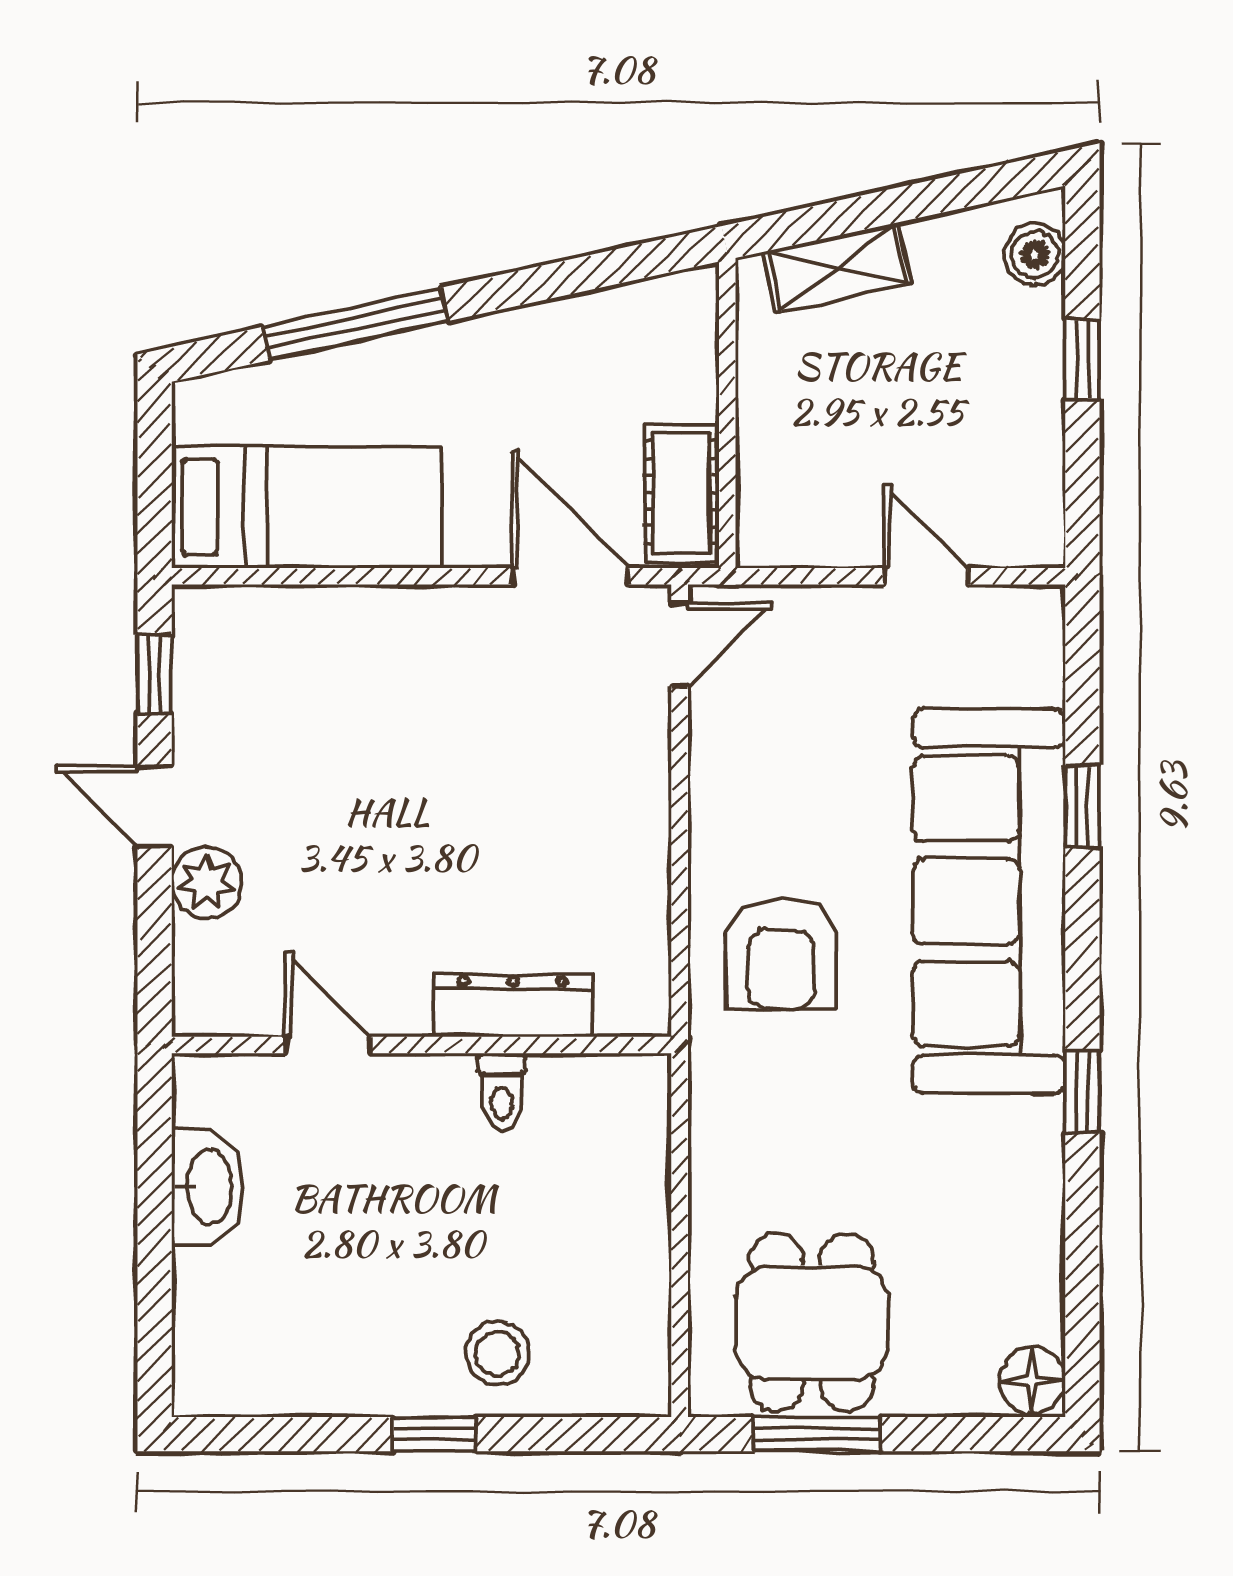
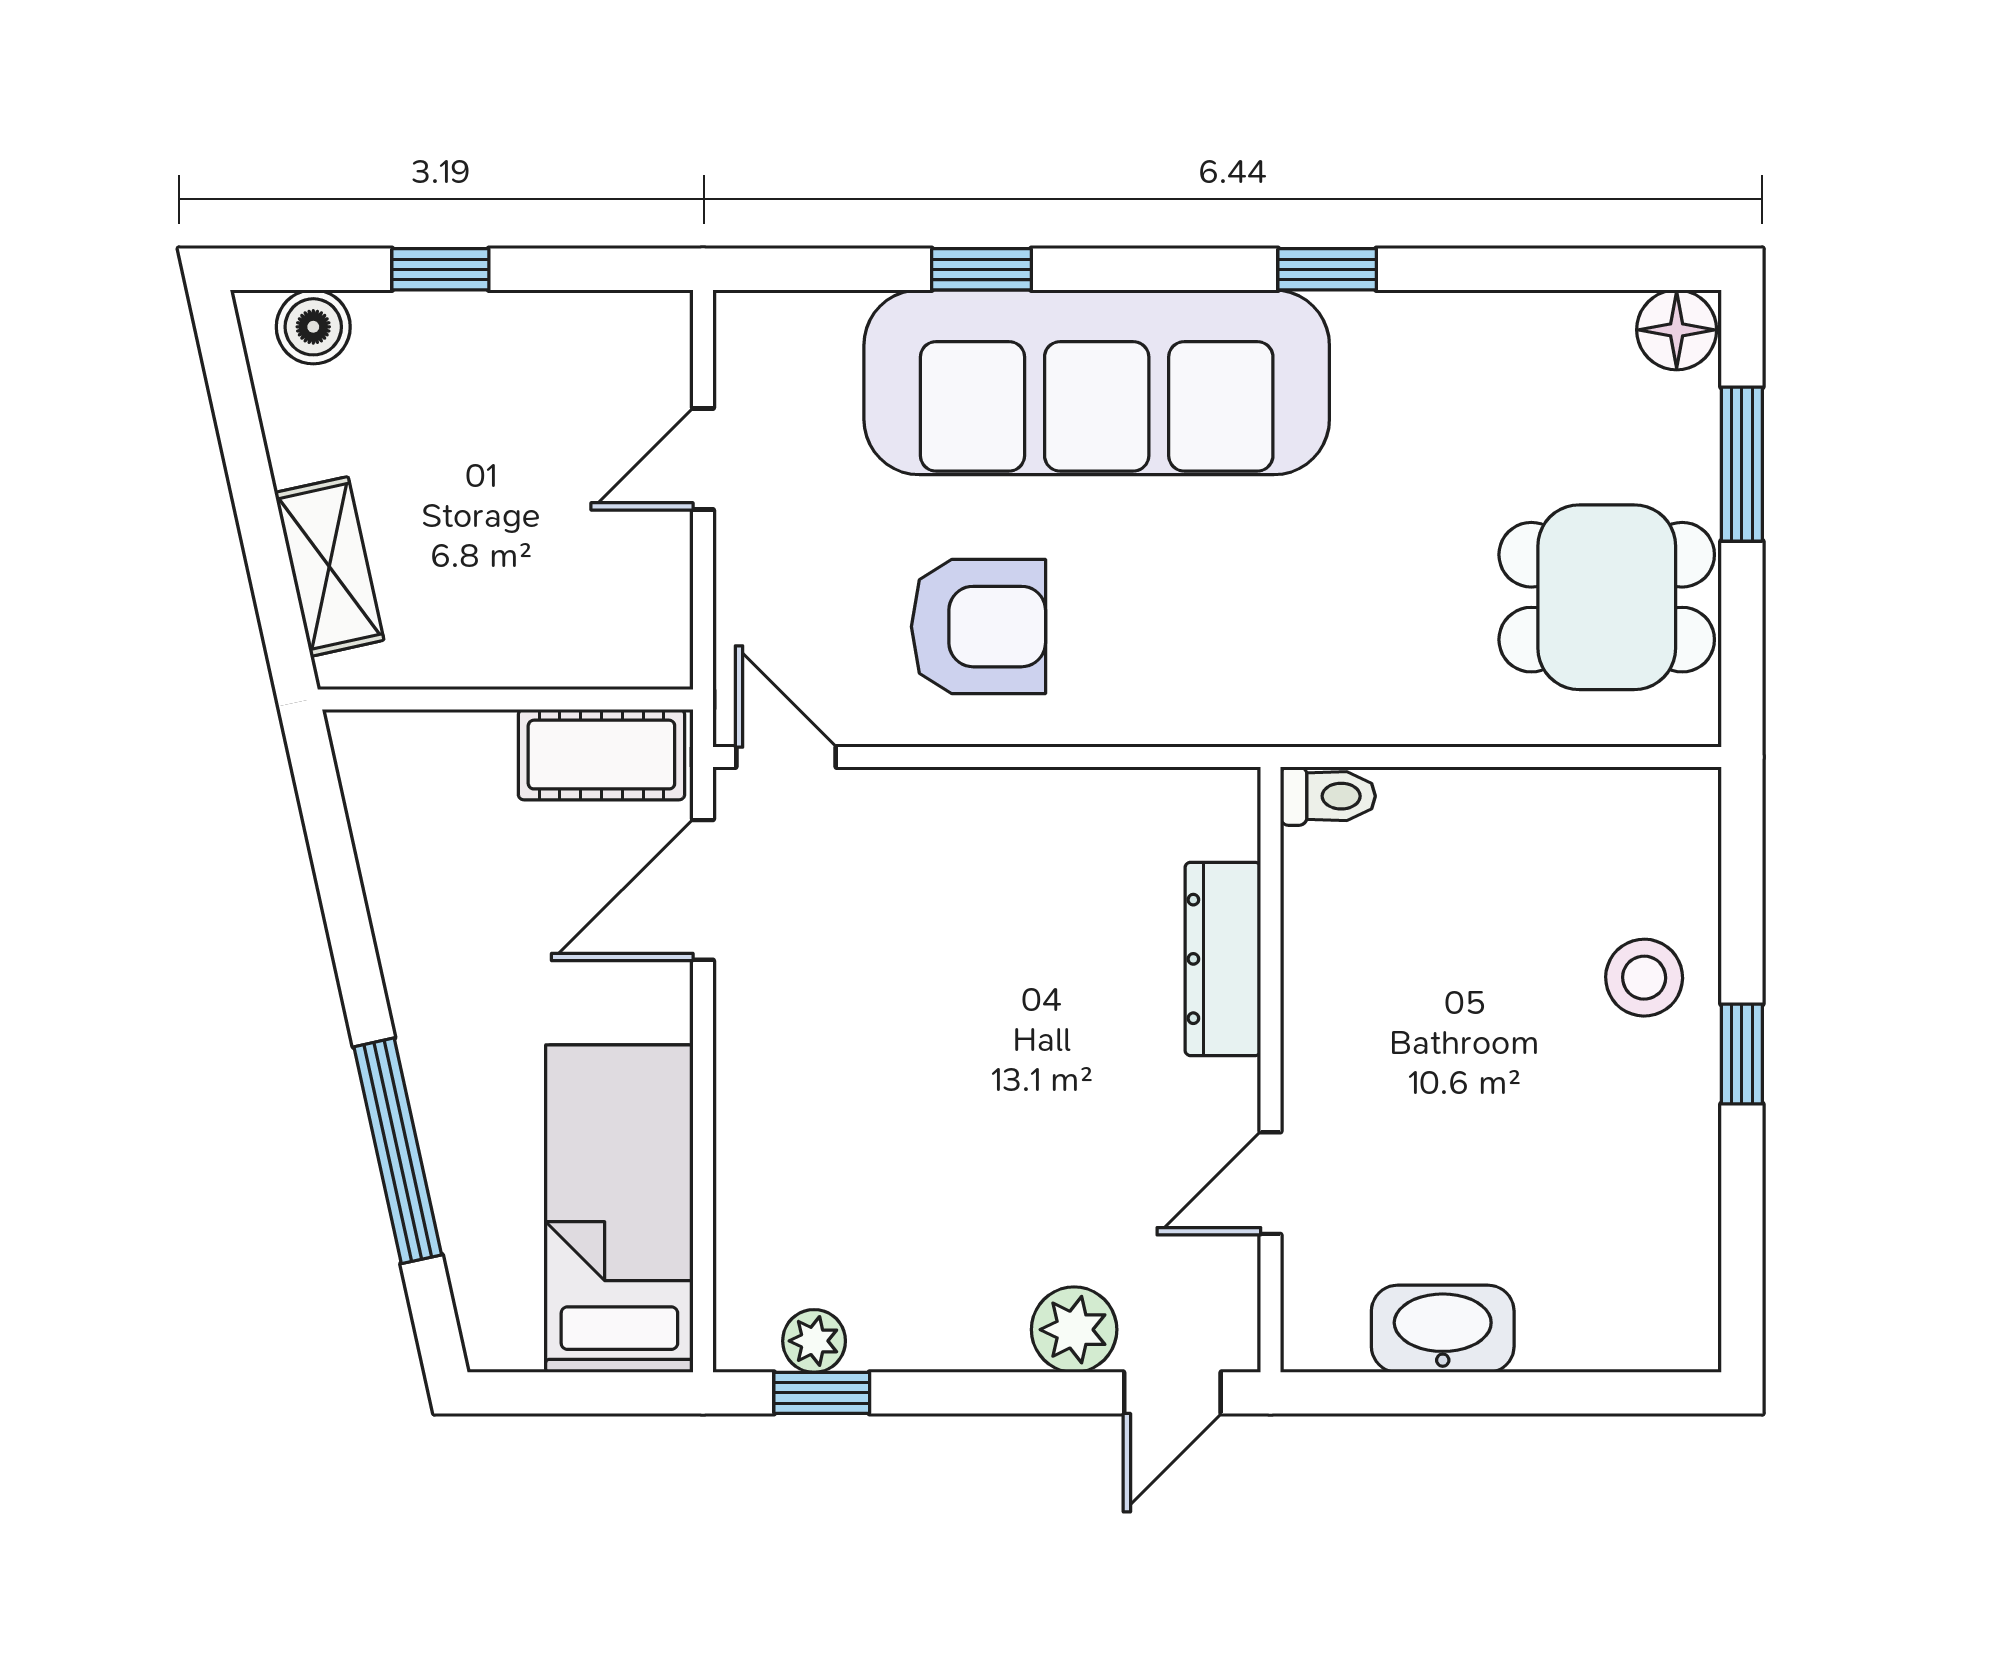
plant: (197, 668) -> (814, 1341), added
door: (155, 806) -> (1172, 1393), moved
armchair: (781, 954) -> (978, 627), moved
toilet: (502, 1092) -> (1328, 796), moved
window: (817, 1434) -> (1742, 464), moved

